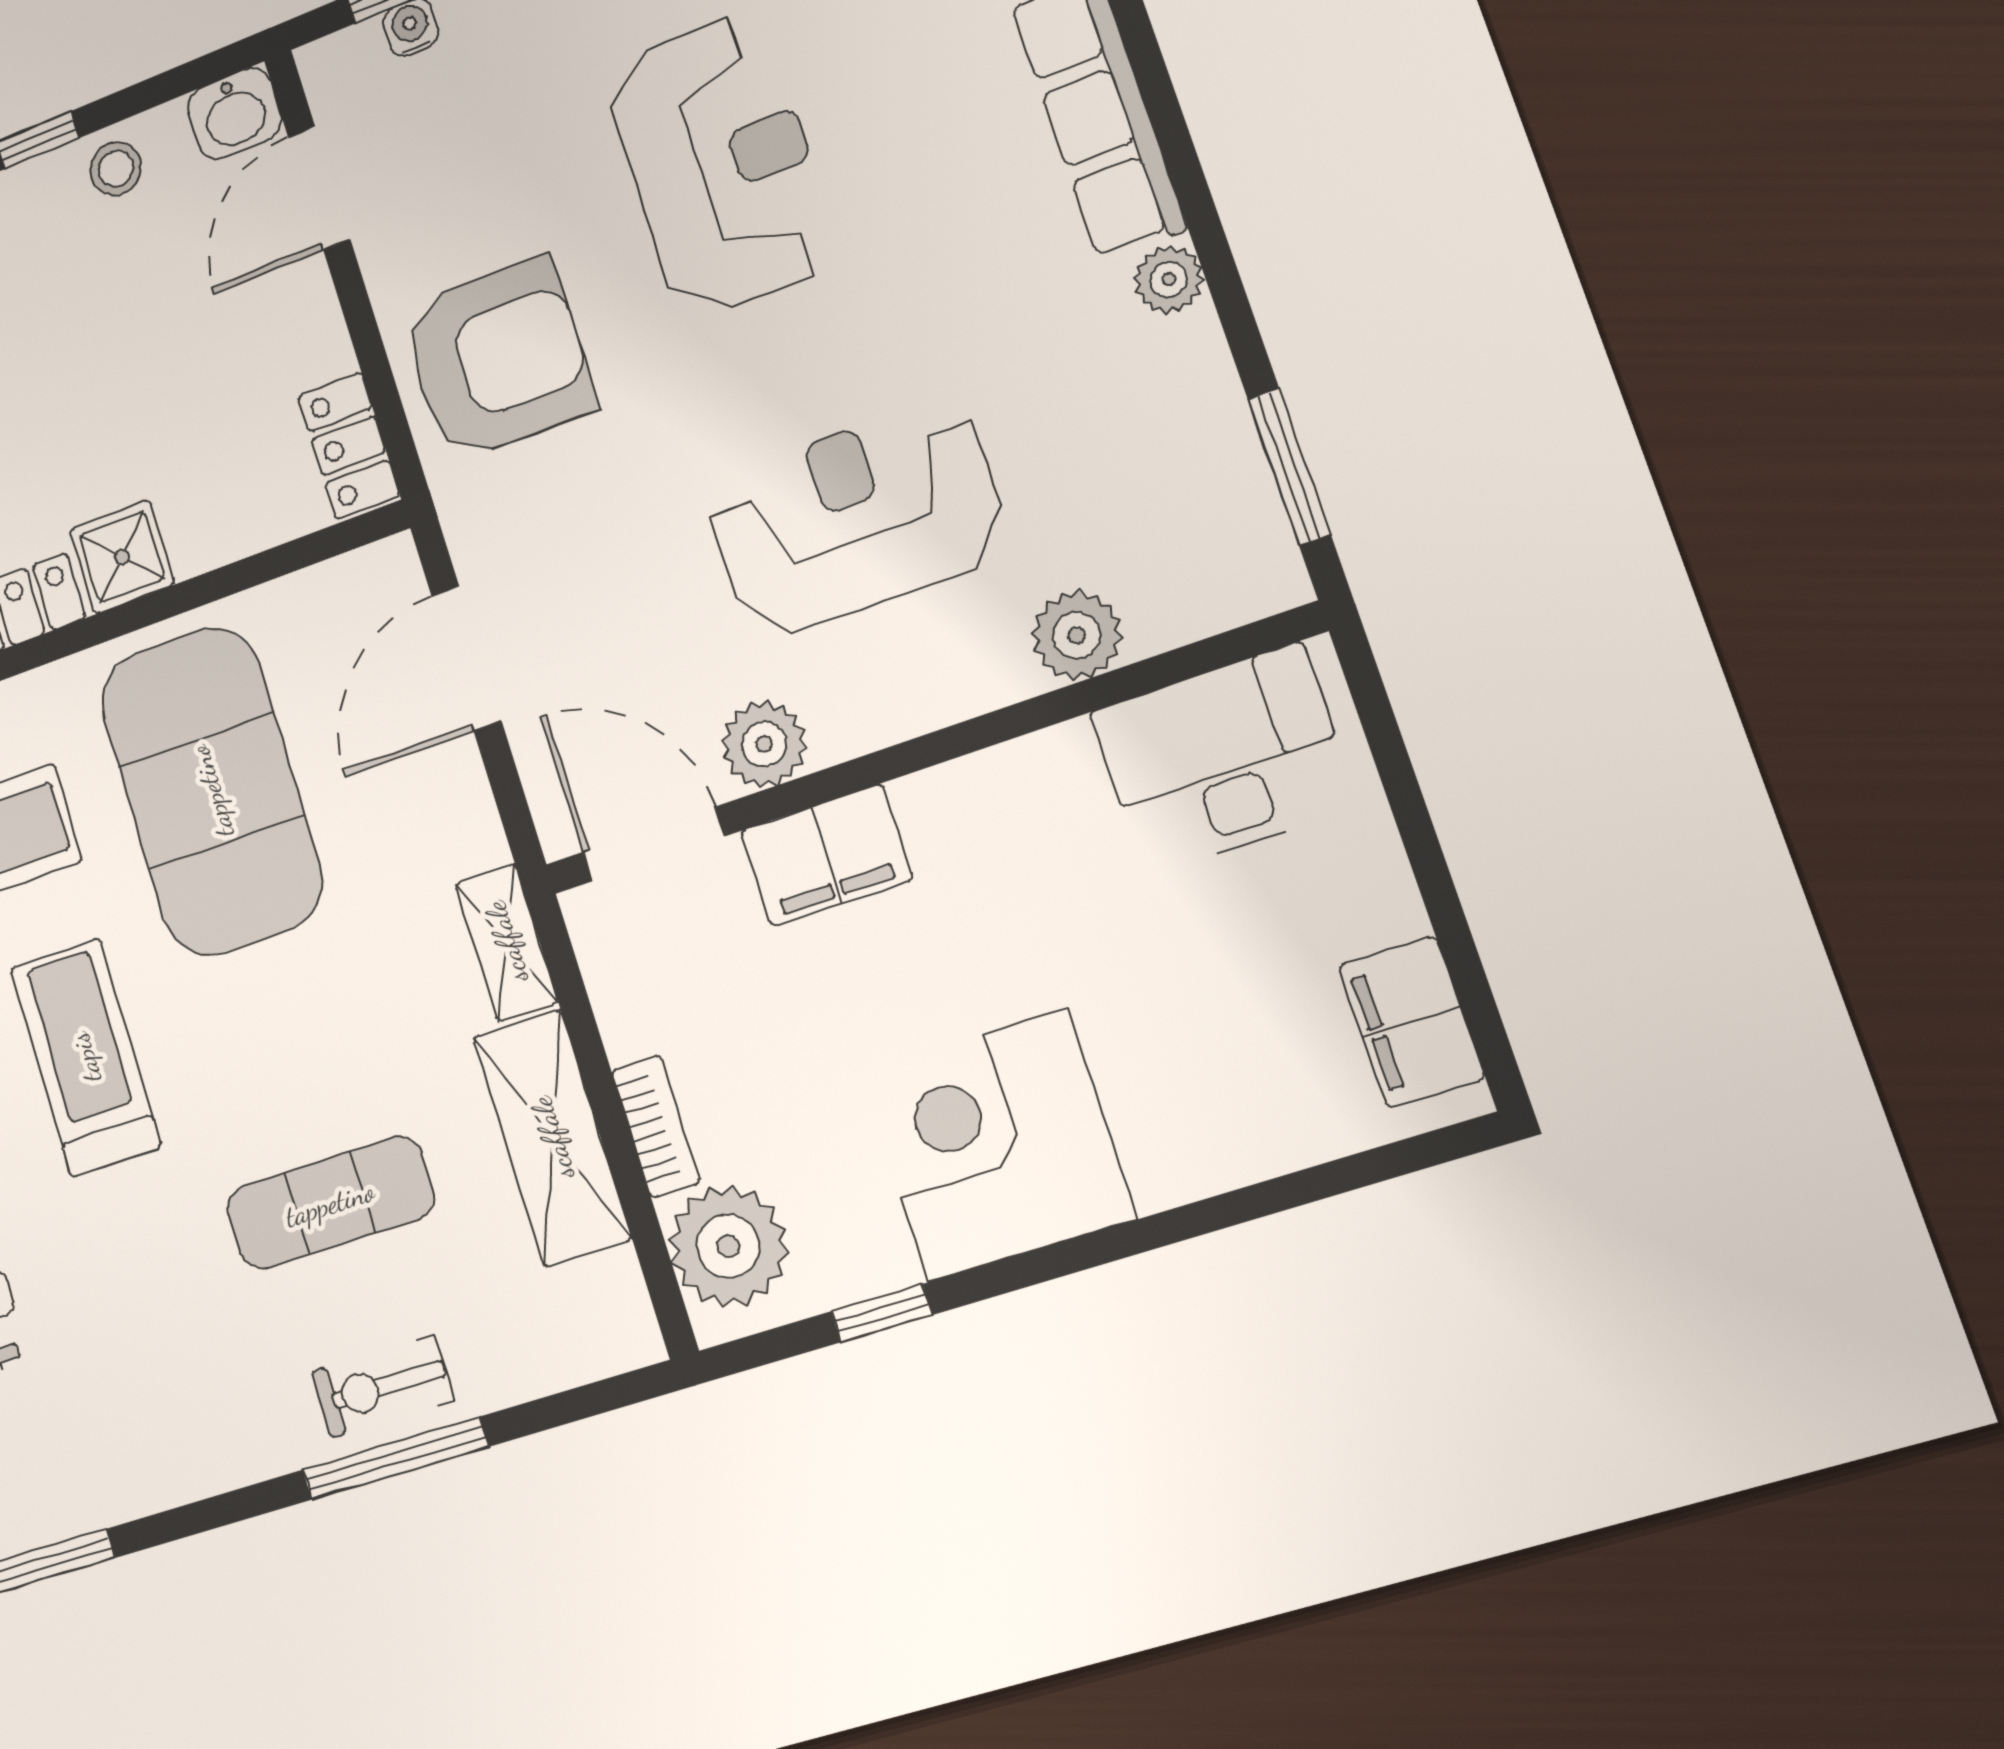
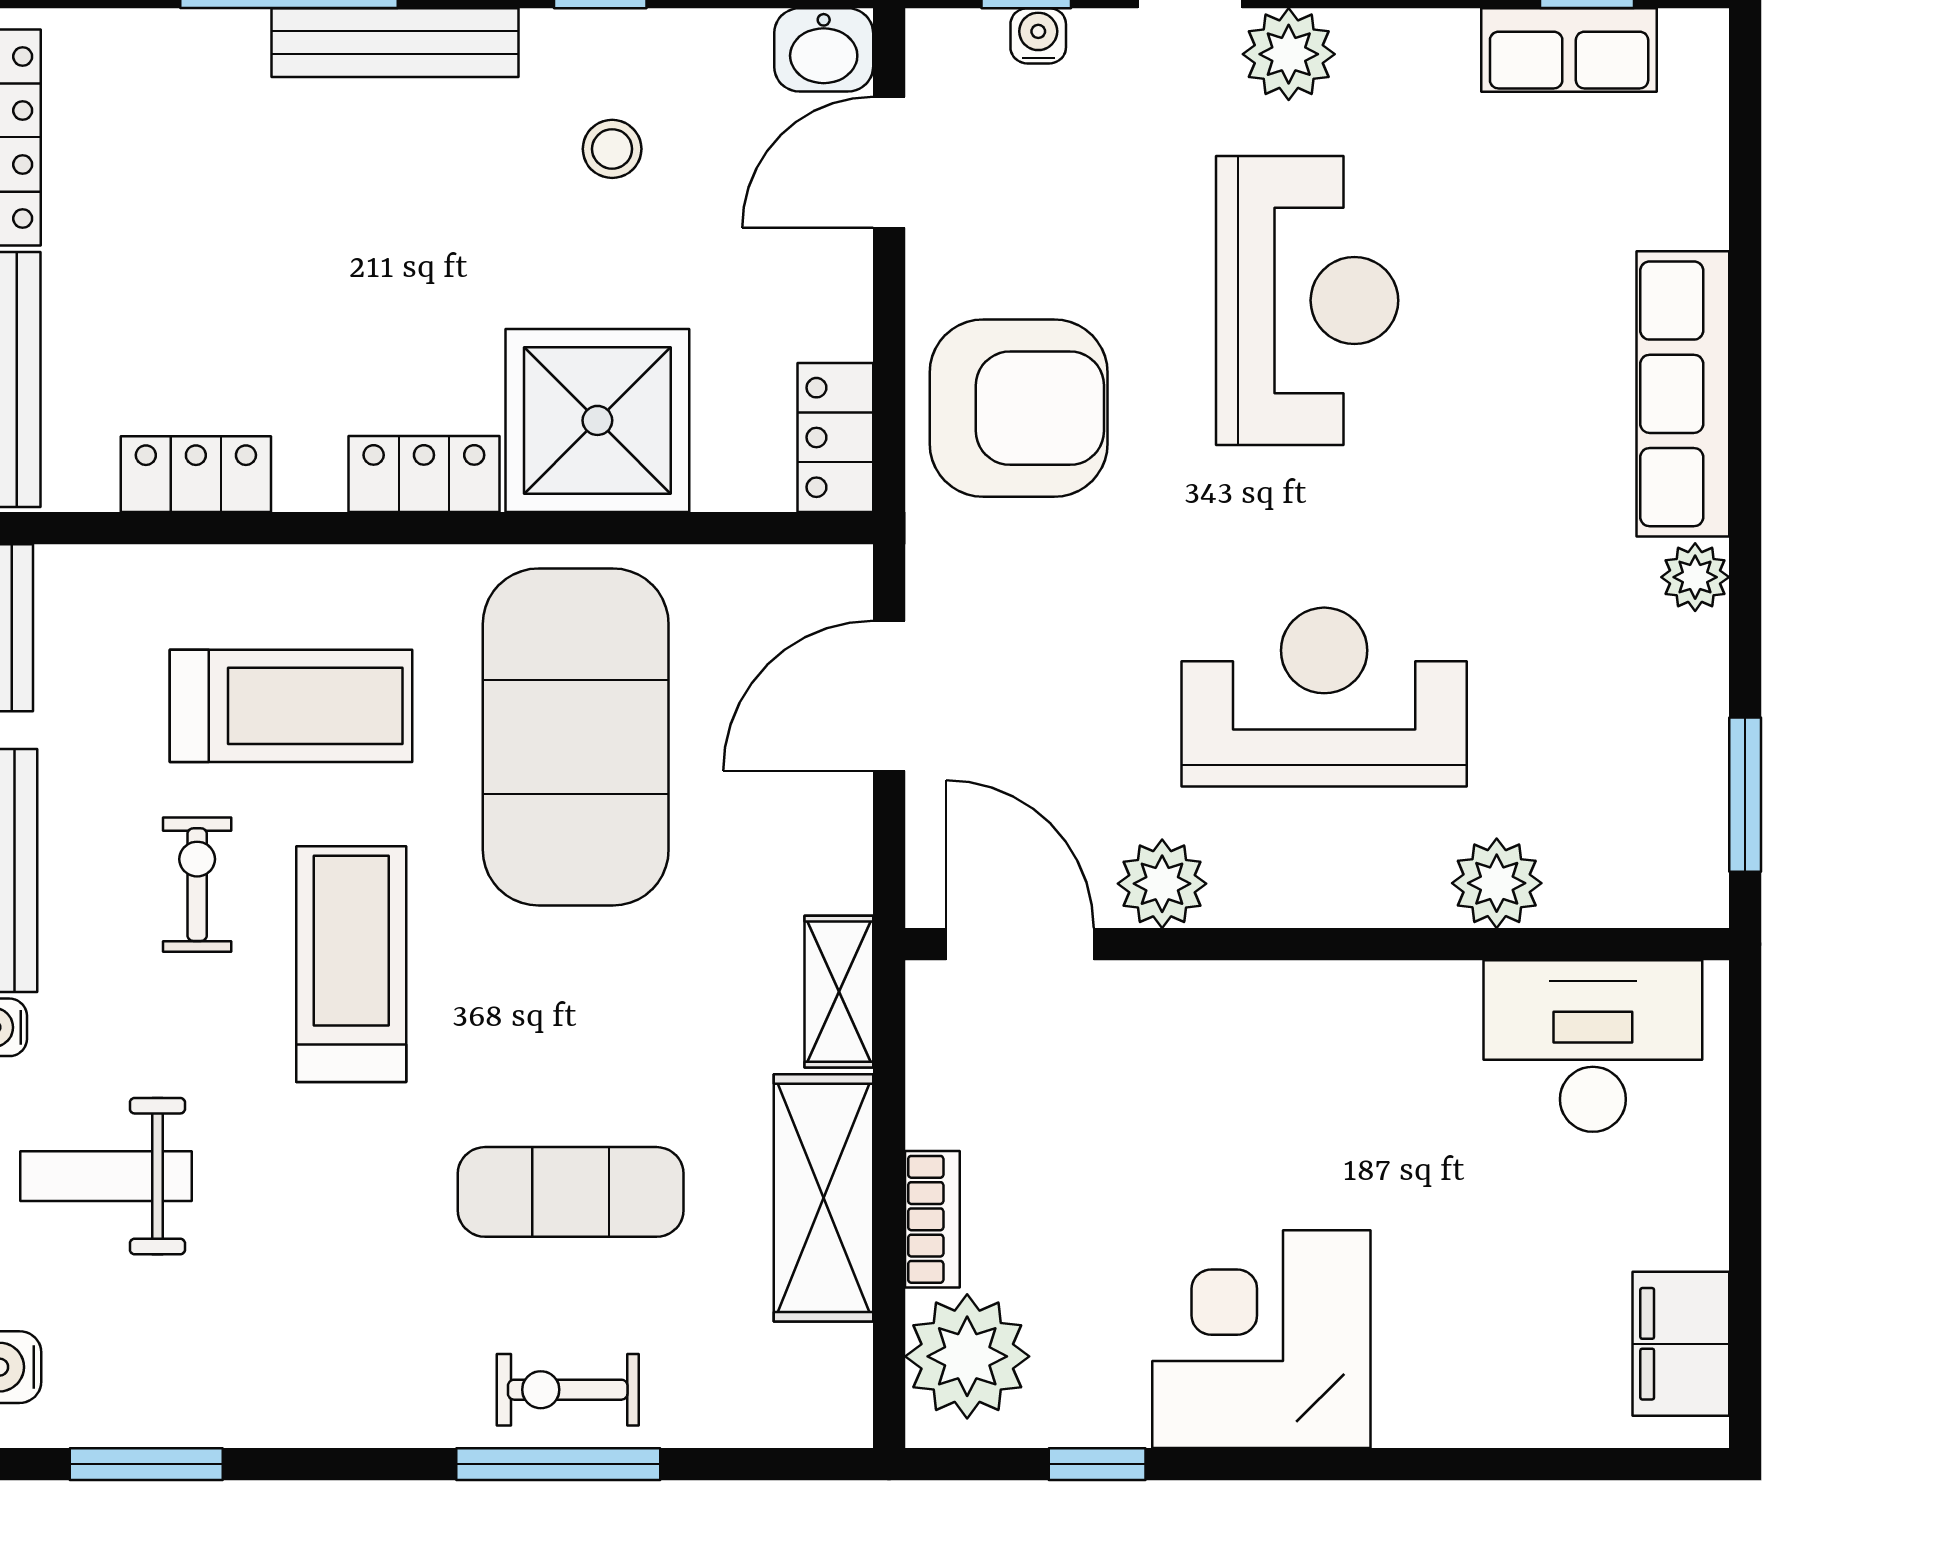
stool: (116, 169) -> (612, 149), moved
shower: (122, 557) -> (597, 420), width x1.86, depth x1.86
filing cabinet: (826, 855) -> (1188, 1011), removed

